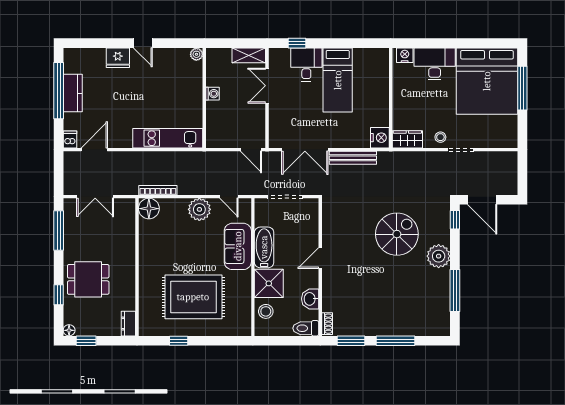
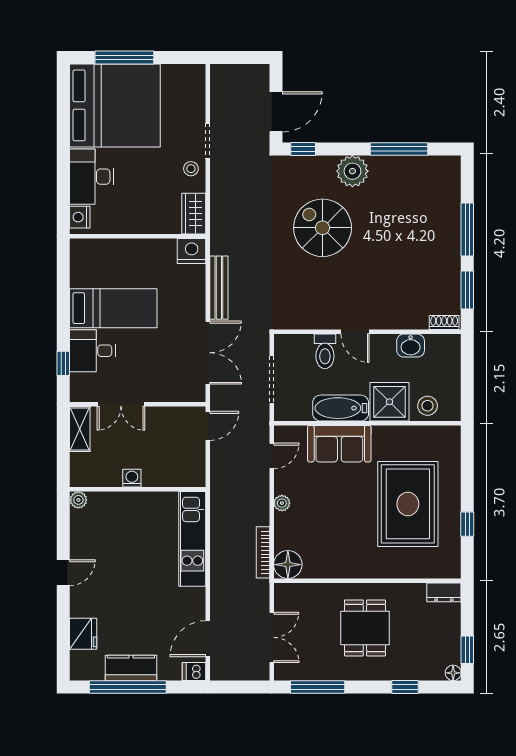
fridge: (118, 58) -> (83, 634), moved
door: (94, 150) -> (208, 639), hinge flipped
plant: (199, 209) -> (282, 503), width x0.53, depth x0.53
dining table: (88, 279) -> (365, 628), moved
toilet: (306, 328) -> (325, 351), moved

